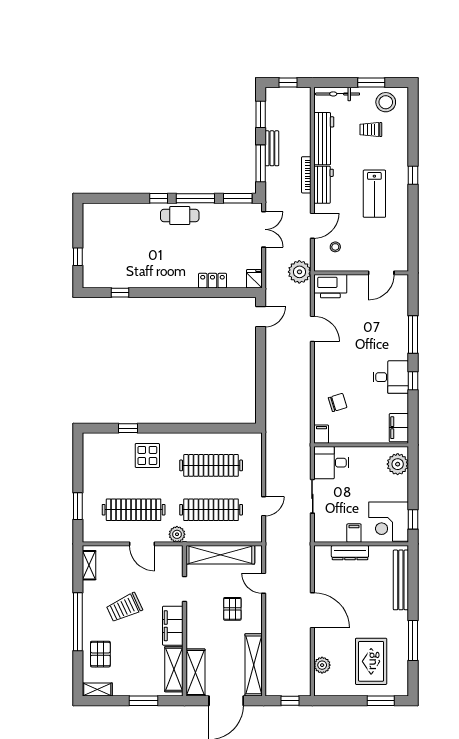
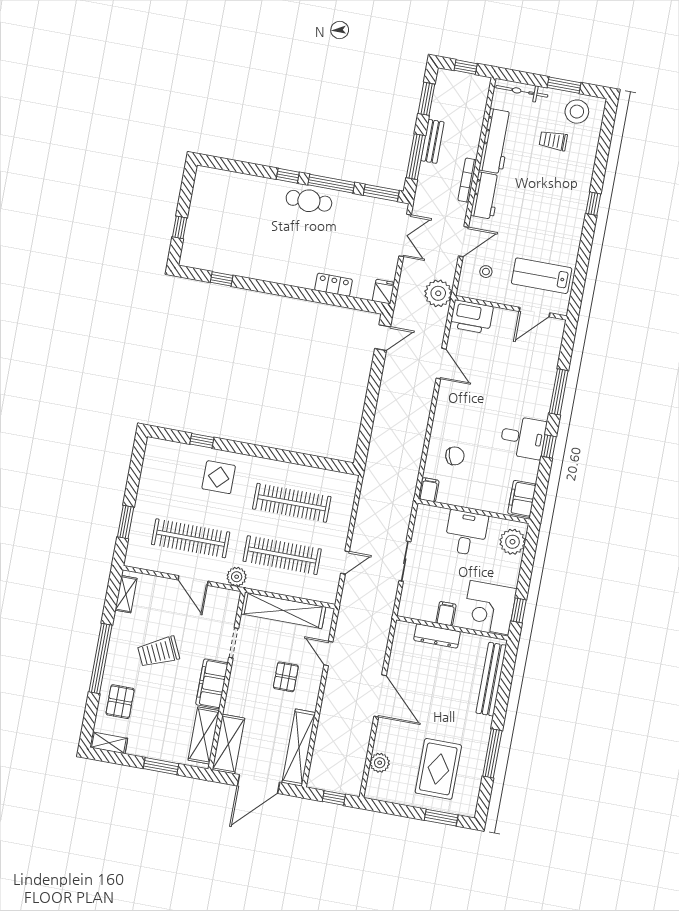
lab bench: (374, 194) -> (542, 276), moved, turned 90
desk: (331, 463) -> (466, 533), moved, turned 90

